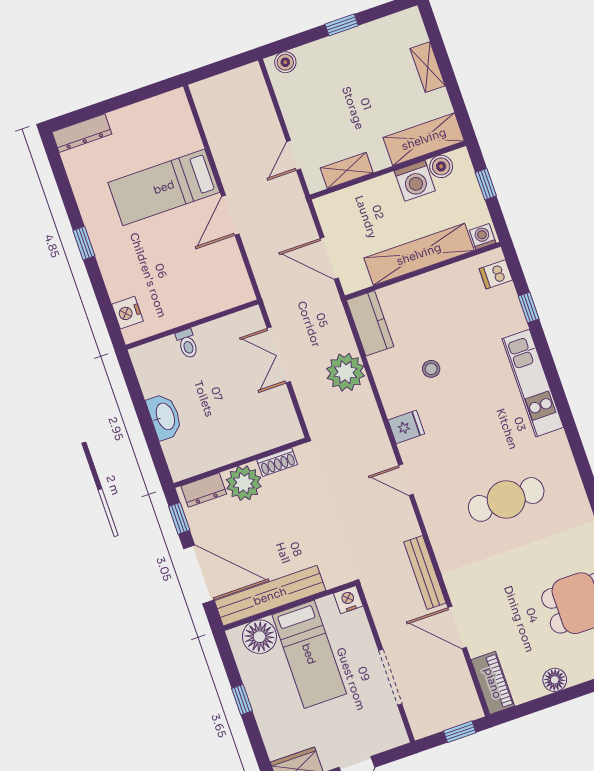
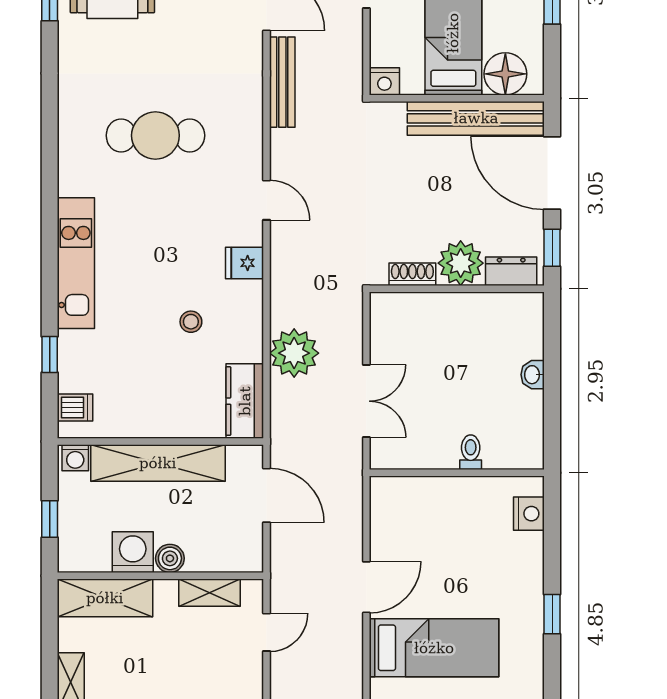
boiler: (441, 166) -> (170, 558), moved
washbasin: (165, 417) -> (533, 375), width x0.52, depth x0.69

